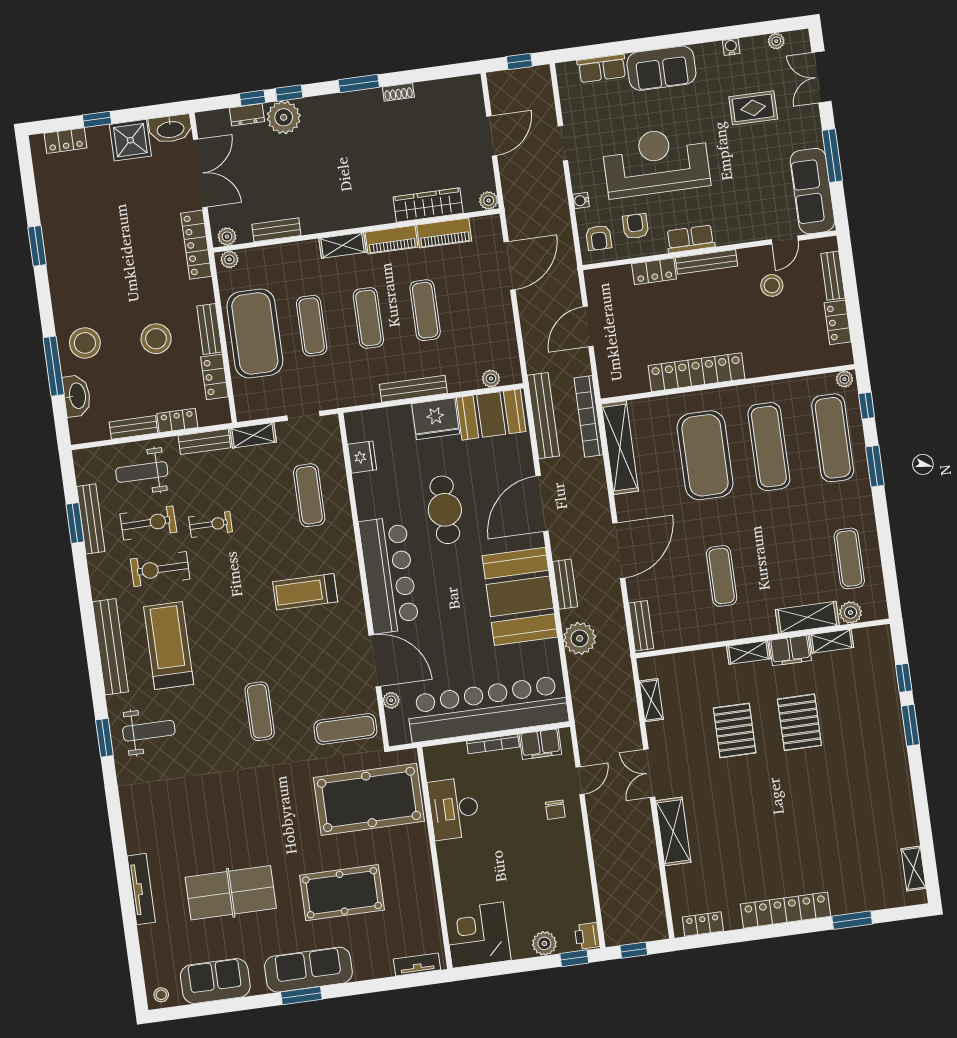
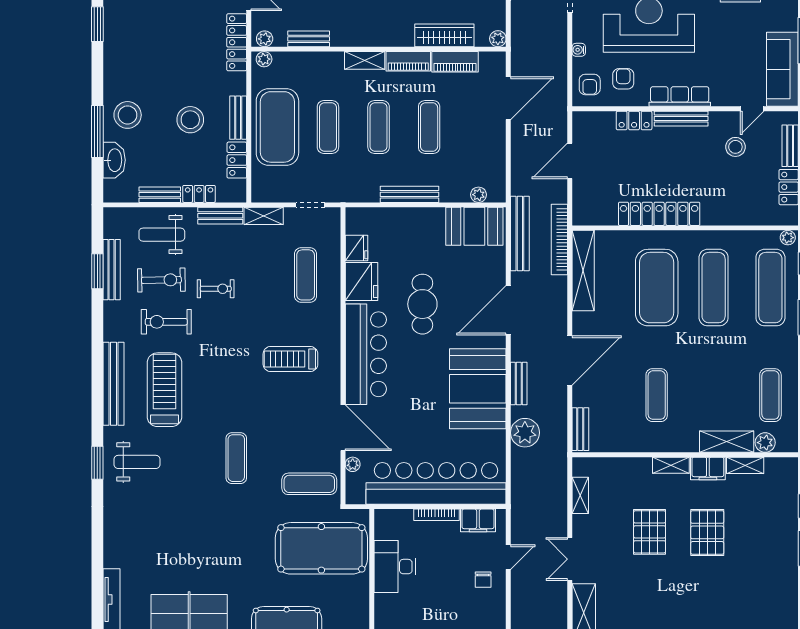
row of seats: (690, 239) -> (680, 97), width x1.48
fridge: (436, 419) -> (361, 282), moved, turned -90

